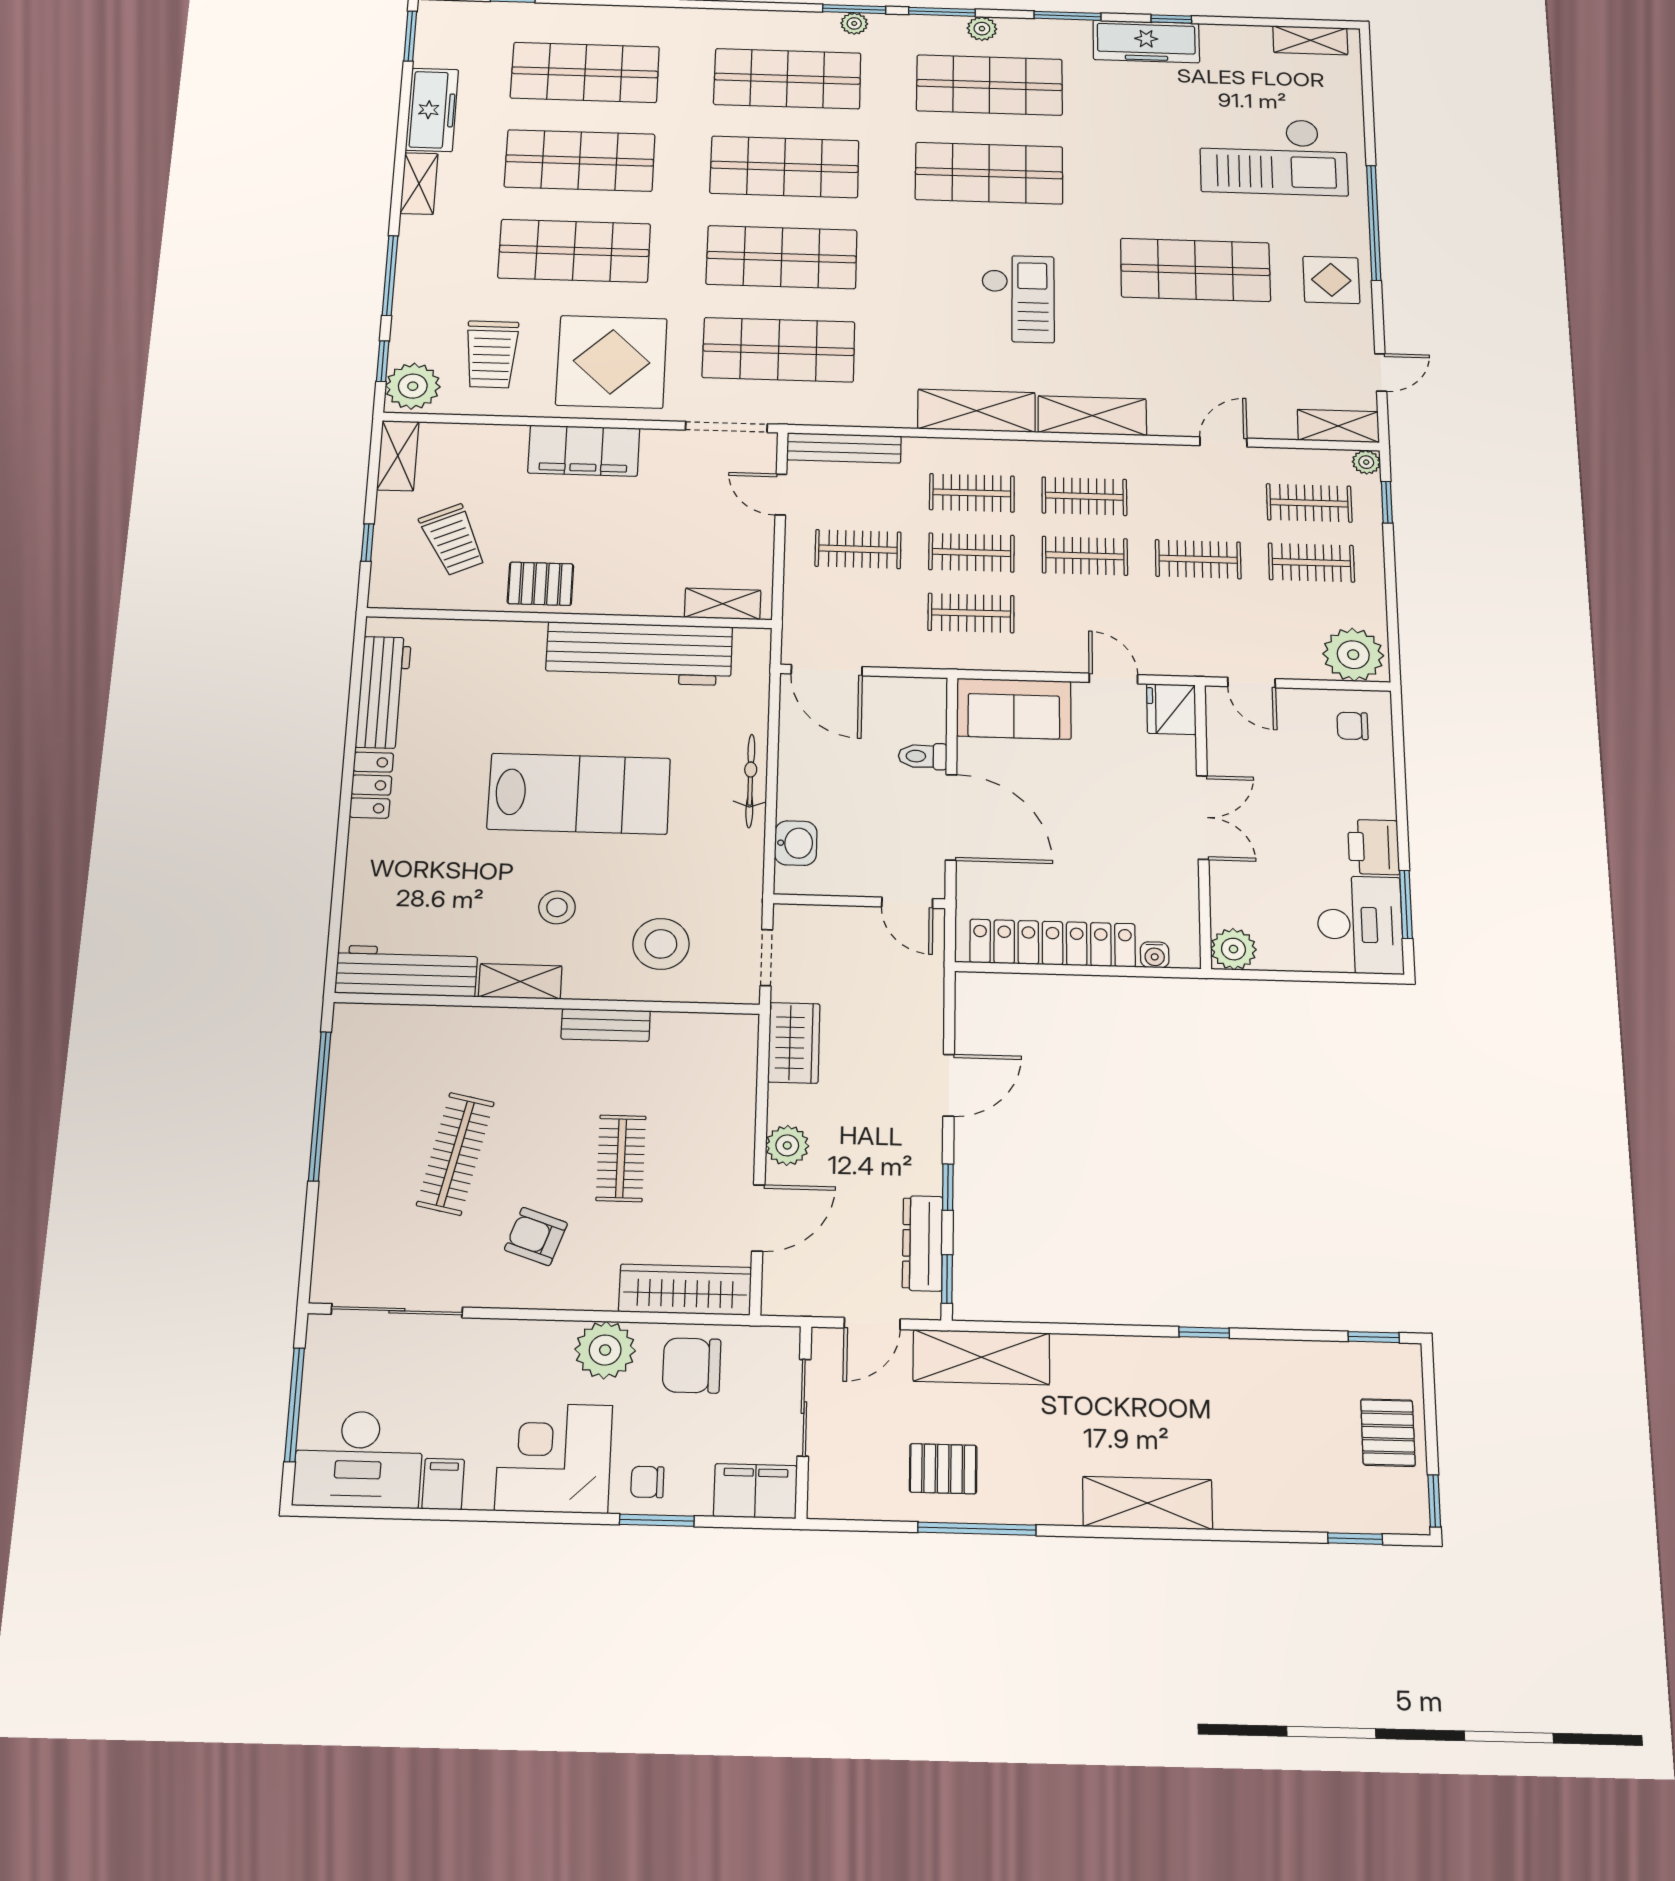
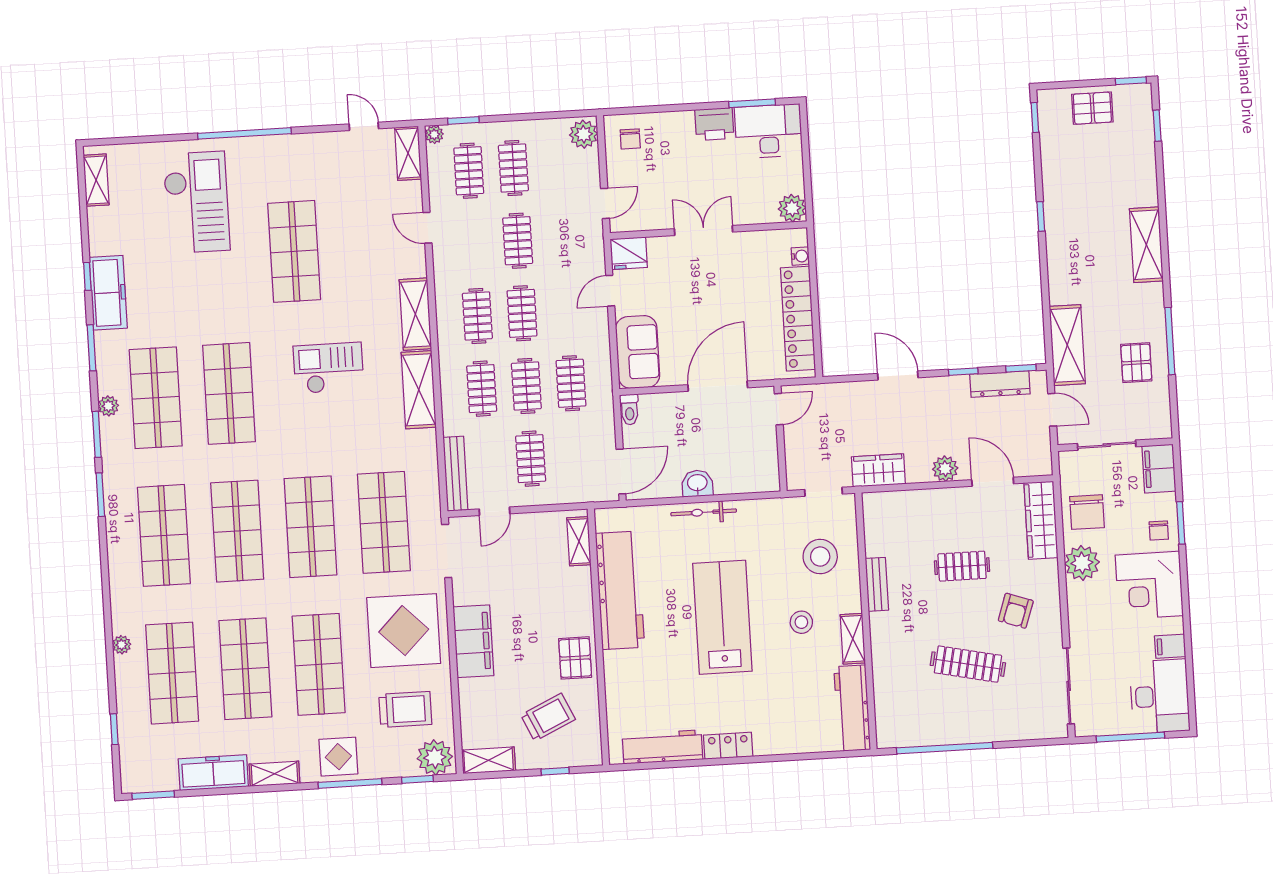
plant: (854, 23) -> (122, 645), moved
display table: (1331, 280) -> (338, 757), moved
plant: (1353, 655) -> (584, 134), width x0.73, depth x0.73
toilet: (923, 756) -> (629, 410), moved
washbasin: (796, 843) -> (697, 483), moved

